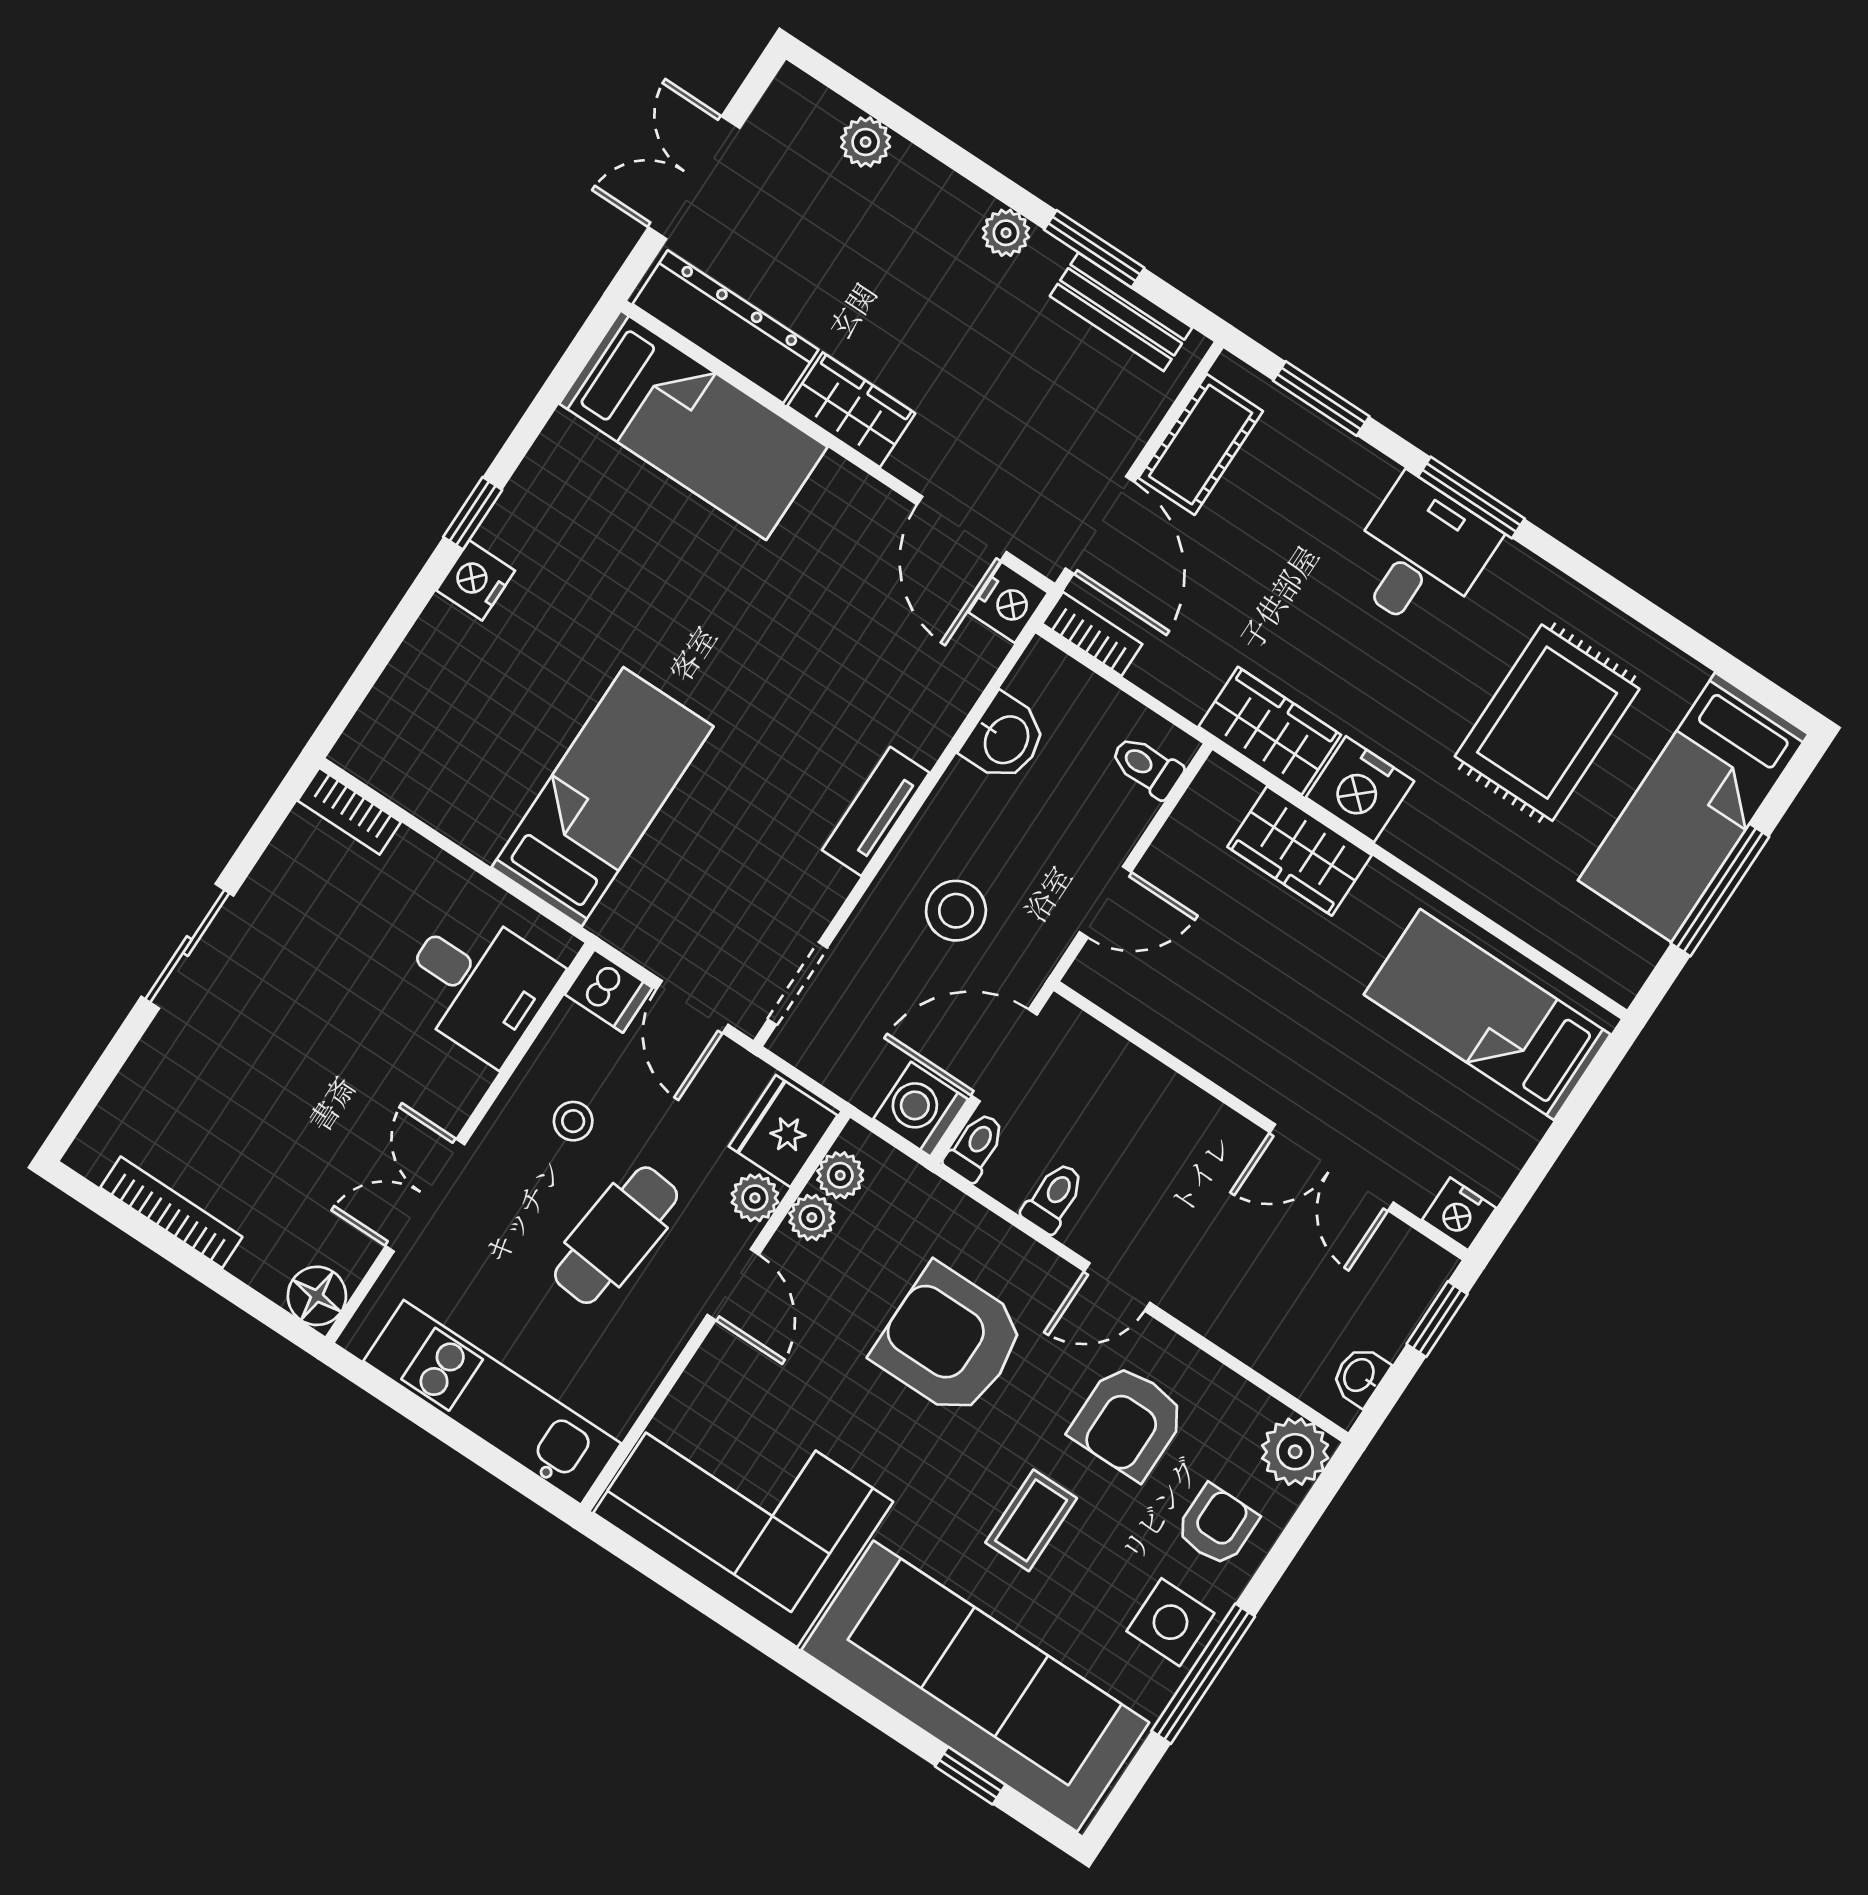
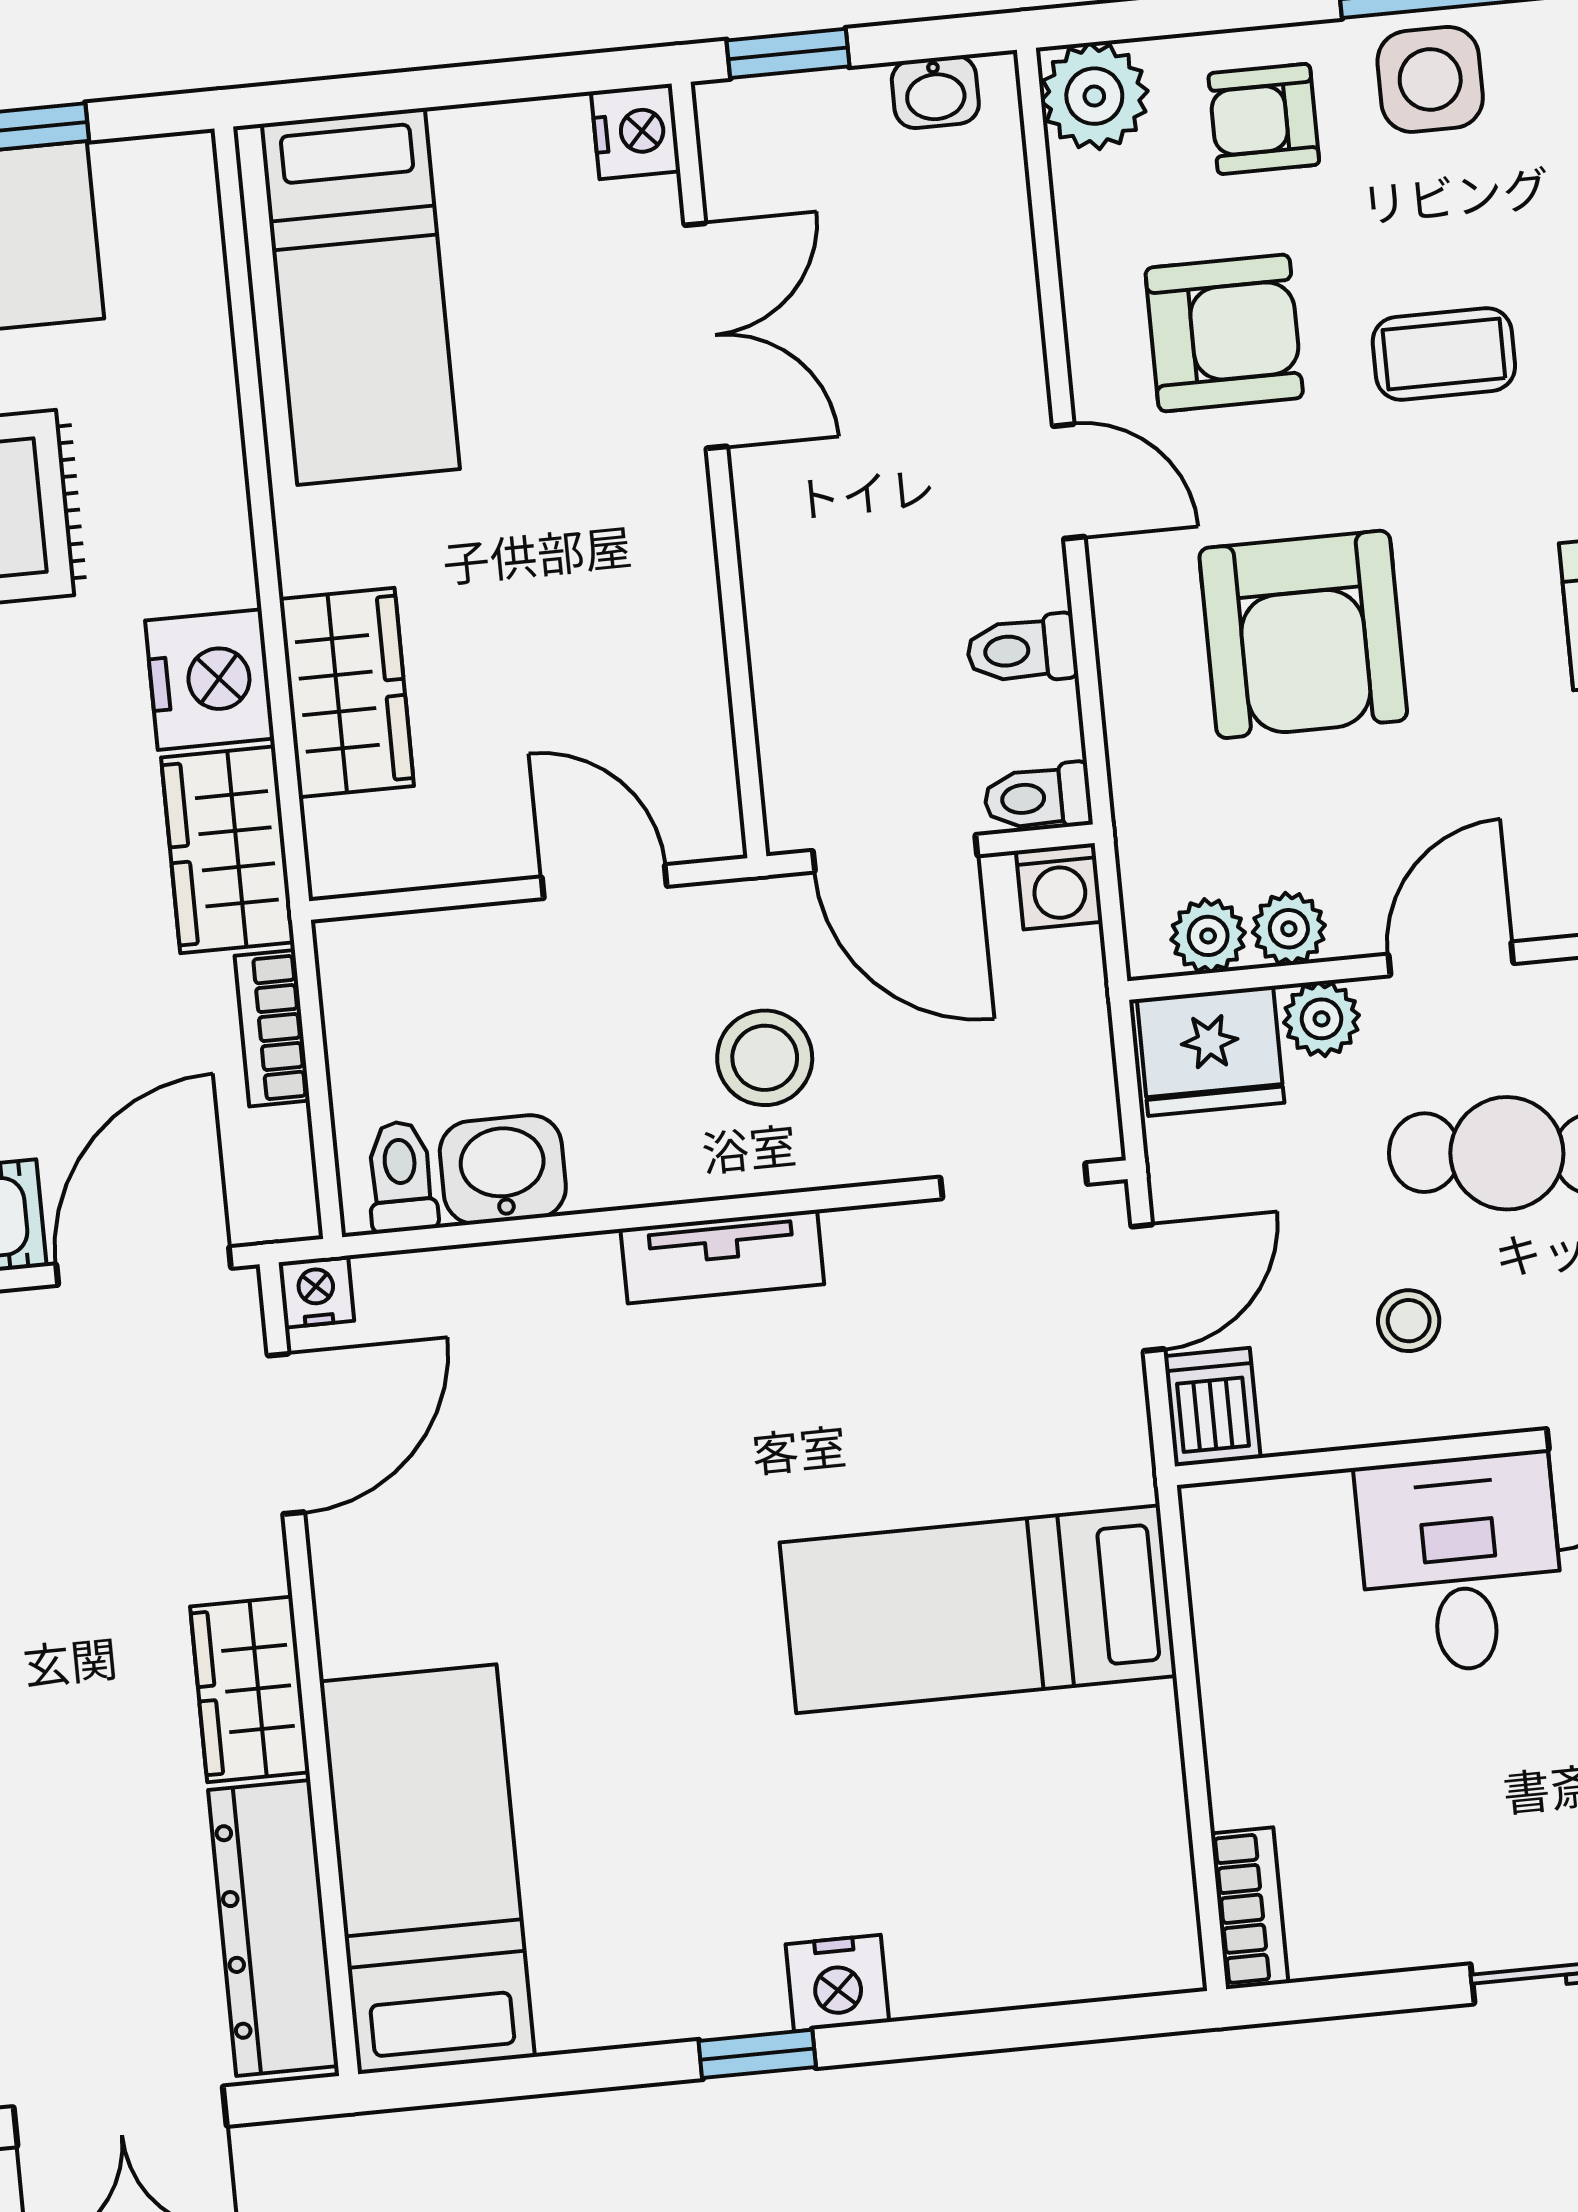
nightstand: (1008, 602) -> (316, 1292), width x0.72, depth x0.74
bookcase: (1092, 634) -> (272, 1028), moved
toilet: (1147, 767) -> (401, 1177), moved, turned 180
desk: (478, 984) -> (1461, 1563), moved
washing machine: (921, 1109) -> (1059, 886), width x0.73, depth x0.73

